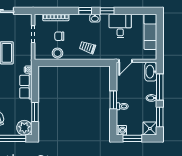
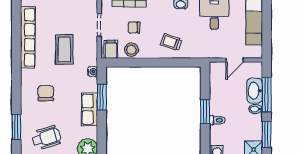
filing cabinet: (42, 53) -> (111, 49), added
door: (125, 61) -> (235, 60), moved
washbasin: (151, 72) -> (255, 91), moved
row of seats: (26, 87) -> (90, 109), moved
window: (35, 112) -> (102, 97), moved

